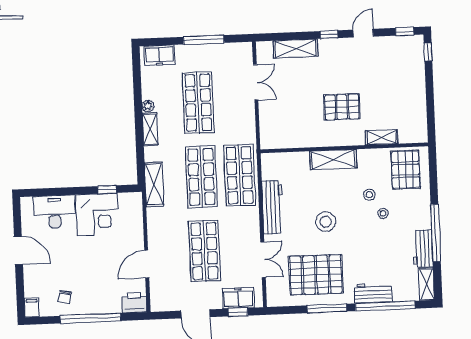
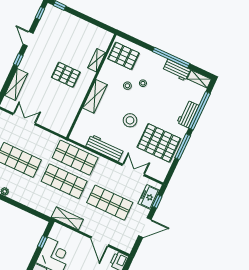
pallet: (342, 107) -> (66, 75), turned 90
shelving: (150, 129) -> (19, 197), removed
shelving: (154, 184) -> (67, 218), moved
pallet: (316, 275) -> (159, 143), turned 90

